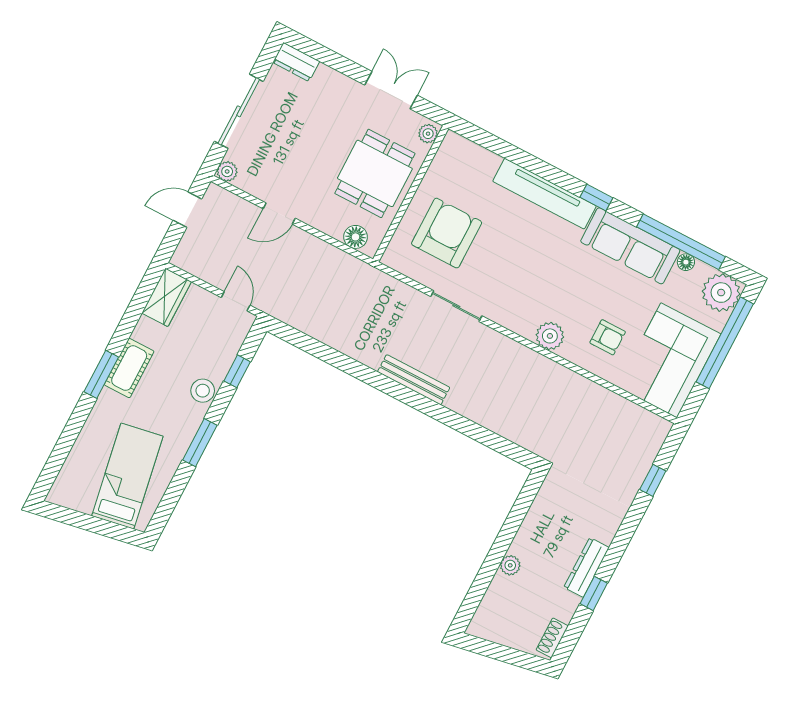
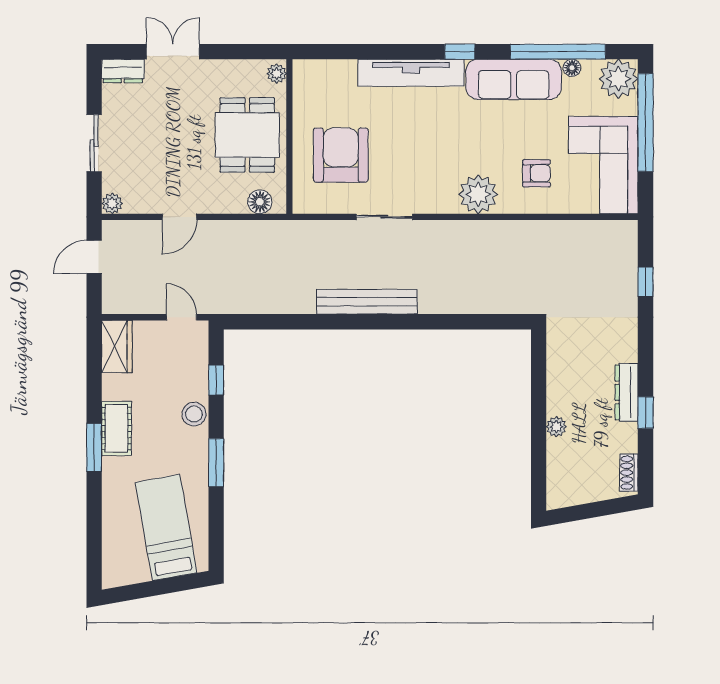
double door: (391, 90) -> (173, 52), moved
sliding door: (239, 111) -> (94, 143), width x0.73
plant: (550, 336) -> (478, 194), width x1.36, depth x1.36
bench: (414, 380) -> (367, 302), width x1.37, depth x1.21

